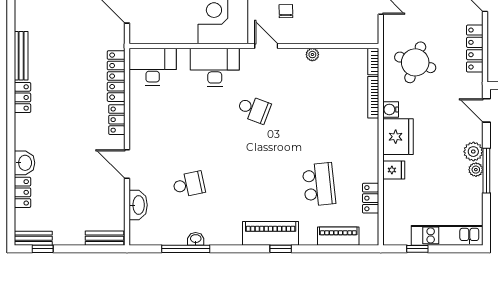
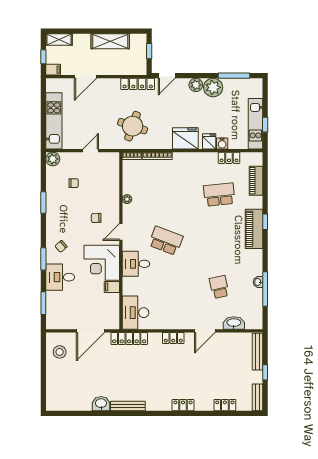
filing cabinet: (189, 33) -> (112, 287), added
locker: (475, 49) -> (138, 84), moved
desk: (215, 67) -> (136, 264), width x0.73
locker: (116, 76) -> (129, 339), moved
locker: (22, 97) -> (183, 405), moved
school desk: (254, 109) -> (166, 241), width x1.85
water cooler: (391, 109) -> (222, 144), moved
washbasin: (24, 163) -> (101, 404), moved
plant: (476, 170) -> (213, 87), width x1.88, depth x1.88
window: (486, 171) -> (234, 76), moved
kitchen unit: (447, 235) -> (255, 124), moved
bench: (105, 238) -> (257, 352), width x1.36
window: (43, 249) -> (265, 372), moved

